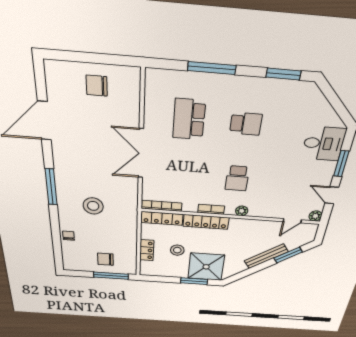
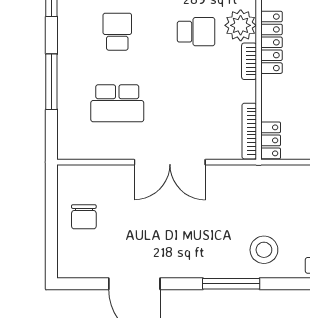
stool: (93, 206) -> (264, 250), moved
plant: (242, 211) -> (241, 25), width x1.88, depth x1.88
locker: (162, 218) -> (271, 140), width x0.66
locker: (206, 222) -> (271, 42), moved

